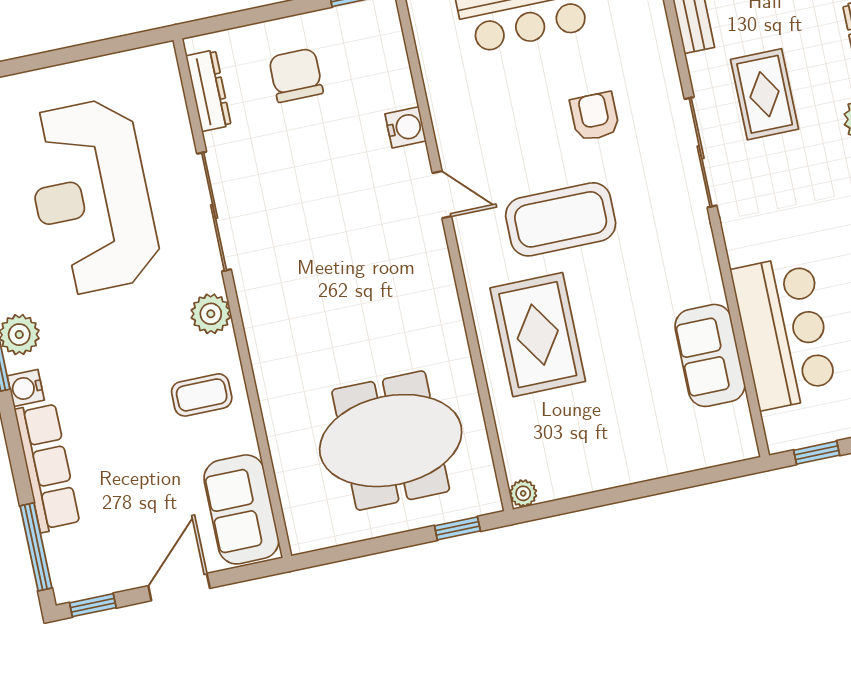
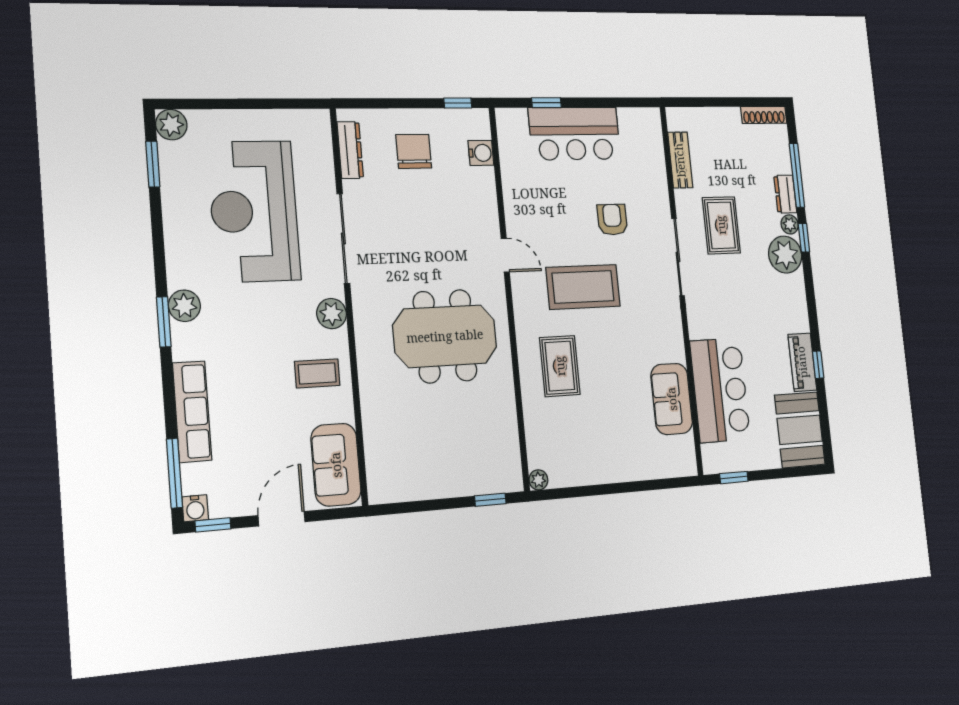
water cooler: (406, 127) -> (481, 153), moved
rug: (538, 335) -> (560, 366), width x0.73, depth x0.70
water cooler: (26, 388) -> (195, 508), moved, turned -90
meeting table: (391, 441) -> (445, 336), moved

